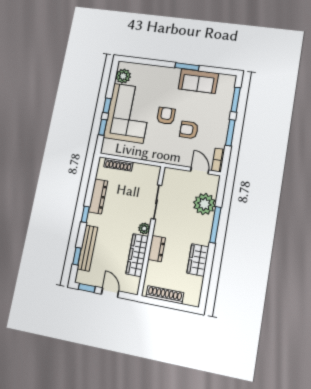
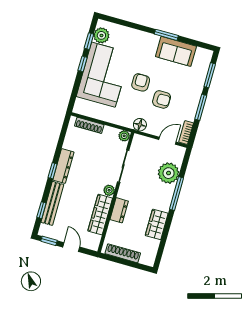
window: (103, 127) -> (89, 41), moved
armchair: (189, 130) -> (162, 99), turned 180
floor lamp: (169, 158) -> (140, 125), added
plant: (155, 171) -> (124, 136), added
door: (200, 171) -> (167, 141), hinge flipped
dresser: (98, 196) -> (63, 166), moved

